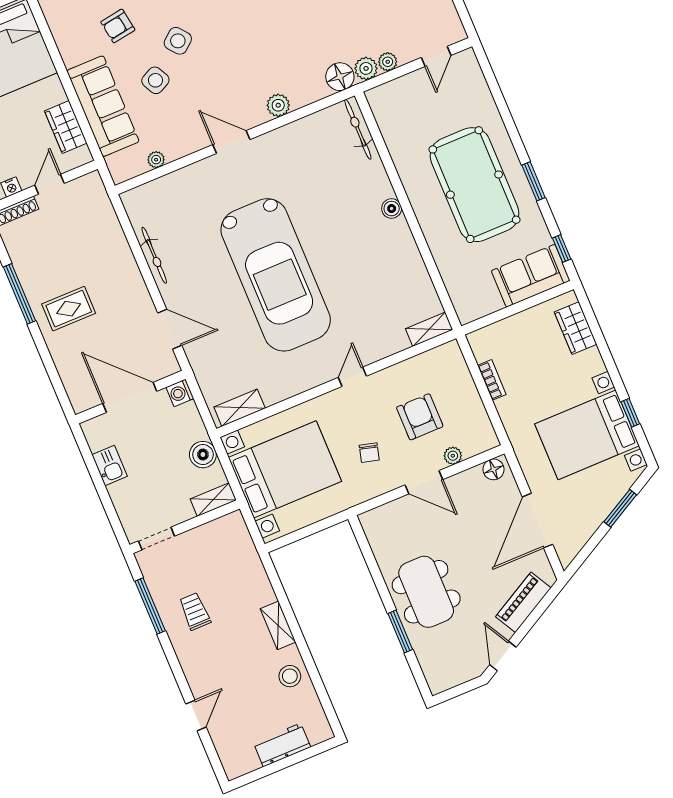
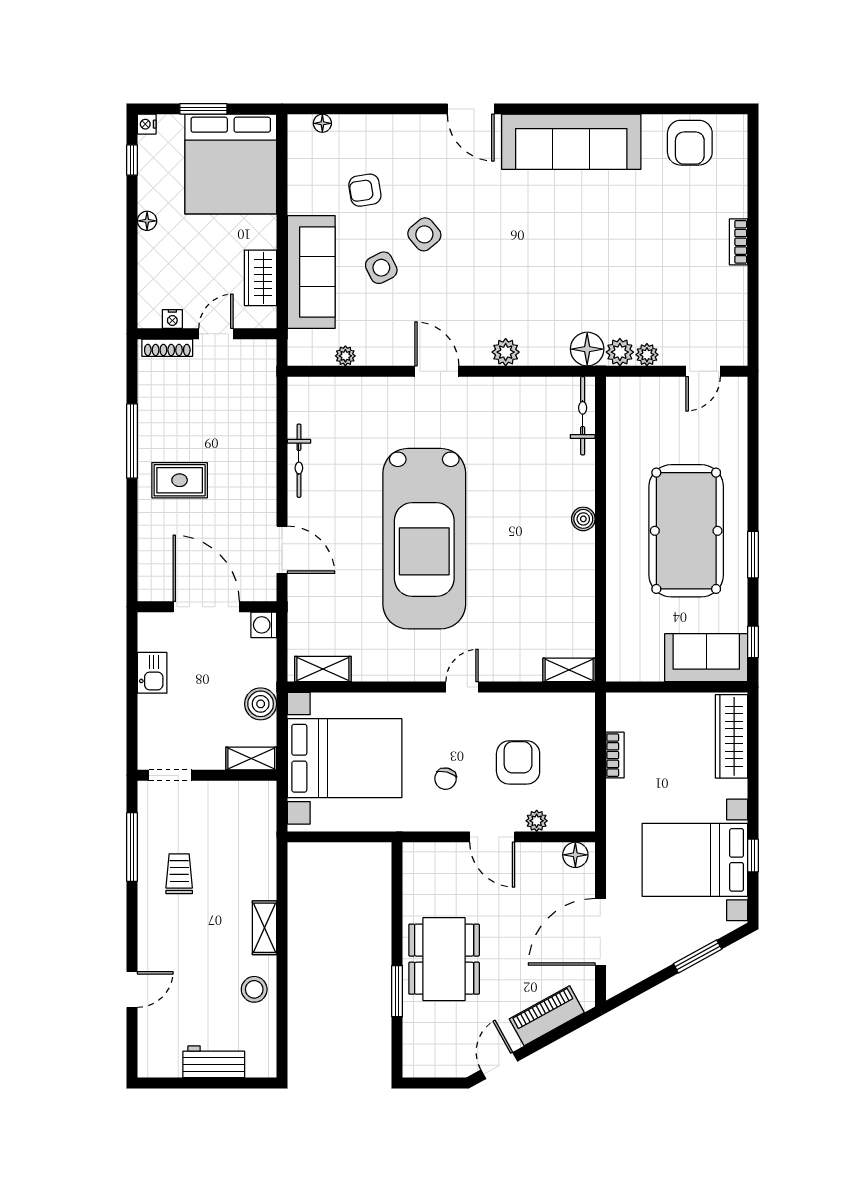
wardrobe: (576, 328) -> (732, 736), width x1.50

